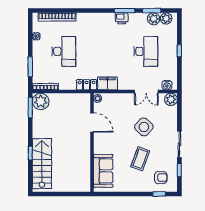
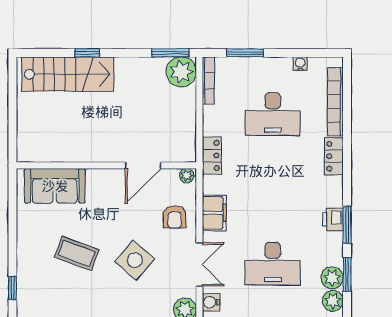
locker: (87, 18) -> (334, 156), added
filing cabinet: (108, 83) -> (214, 213), moved
double door: (146, 92) -> (199, 264), swing flipped
armchair: (161, 178) -> (175, 217), moved

